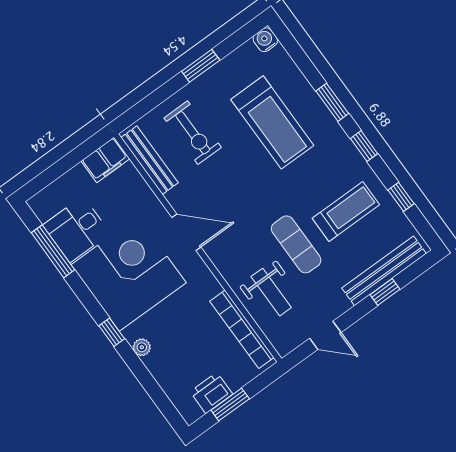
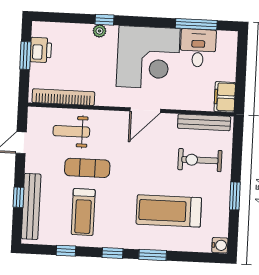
window: (112, 332) -> (105, 20), moved

